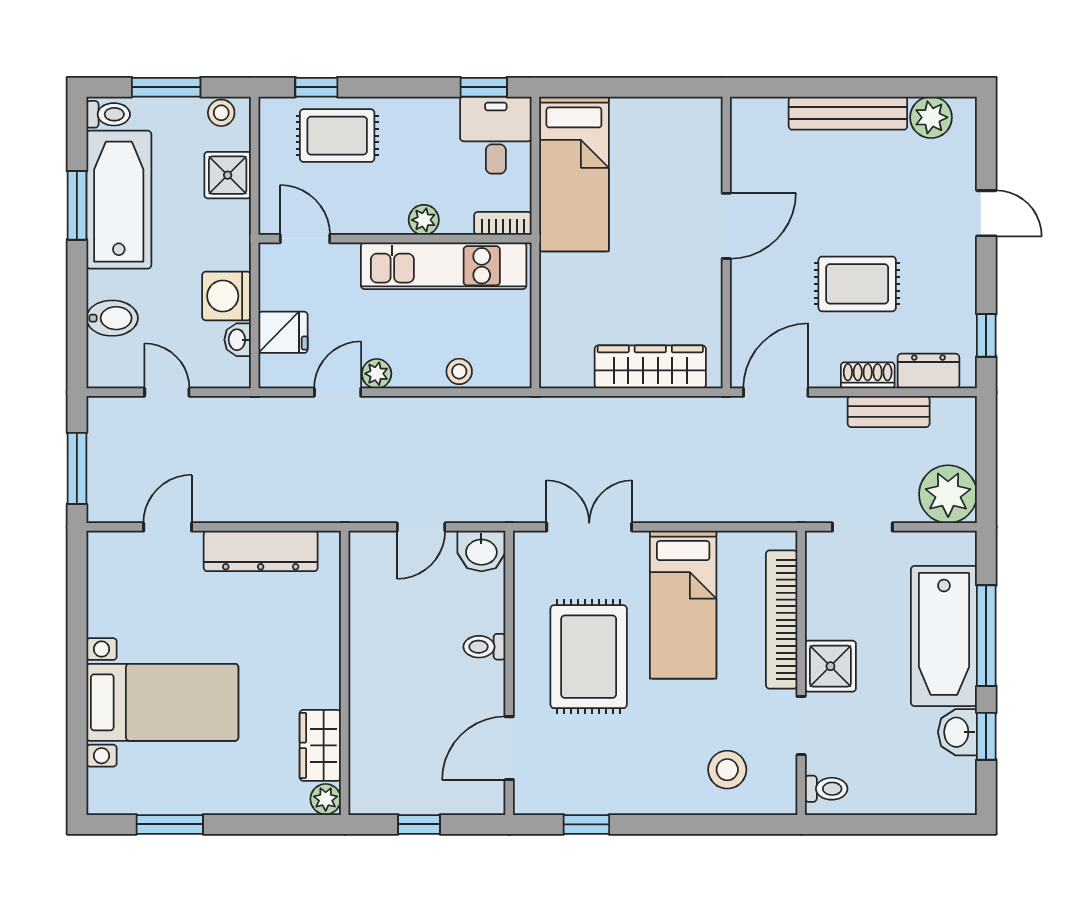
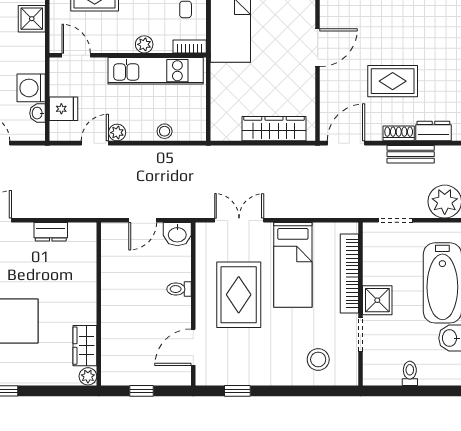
dresser: (261, 551) -> (51, 232), width x0.51, depth x0.80
toilet: (826, 789) -> (410, 373), moved, turned -90

